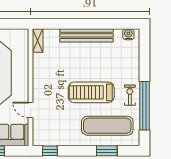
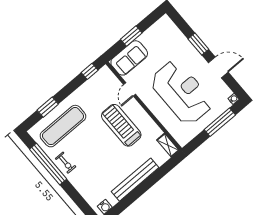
treadmill: (91, 92) -> (121, 125), moved, turned -90
door: (30, 110) -> (130, 89), swing flipped

